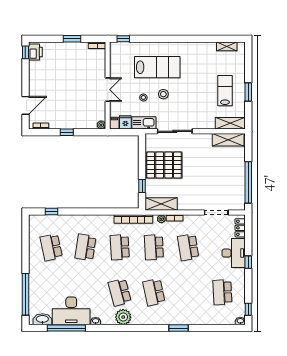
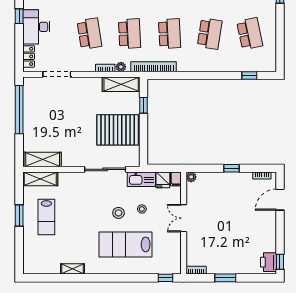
shelving: (227, 46) -> (72, 269), moved

